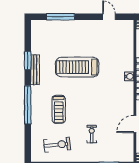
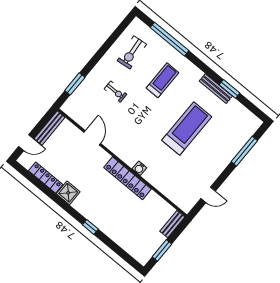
window: (28, 105) -> (169, 39), moved
treadmill: (59, 109) -> (162, 80), turned 90

